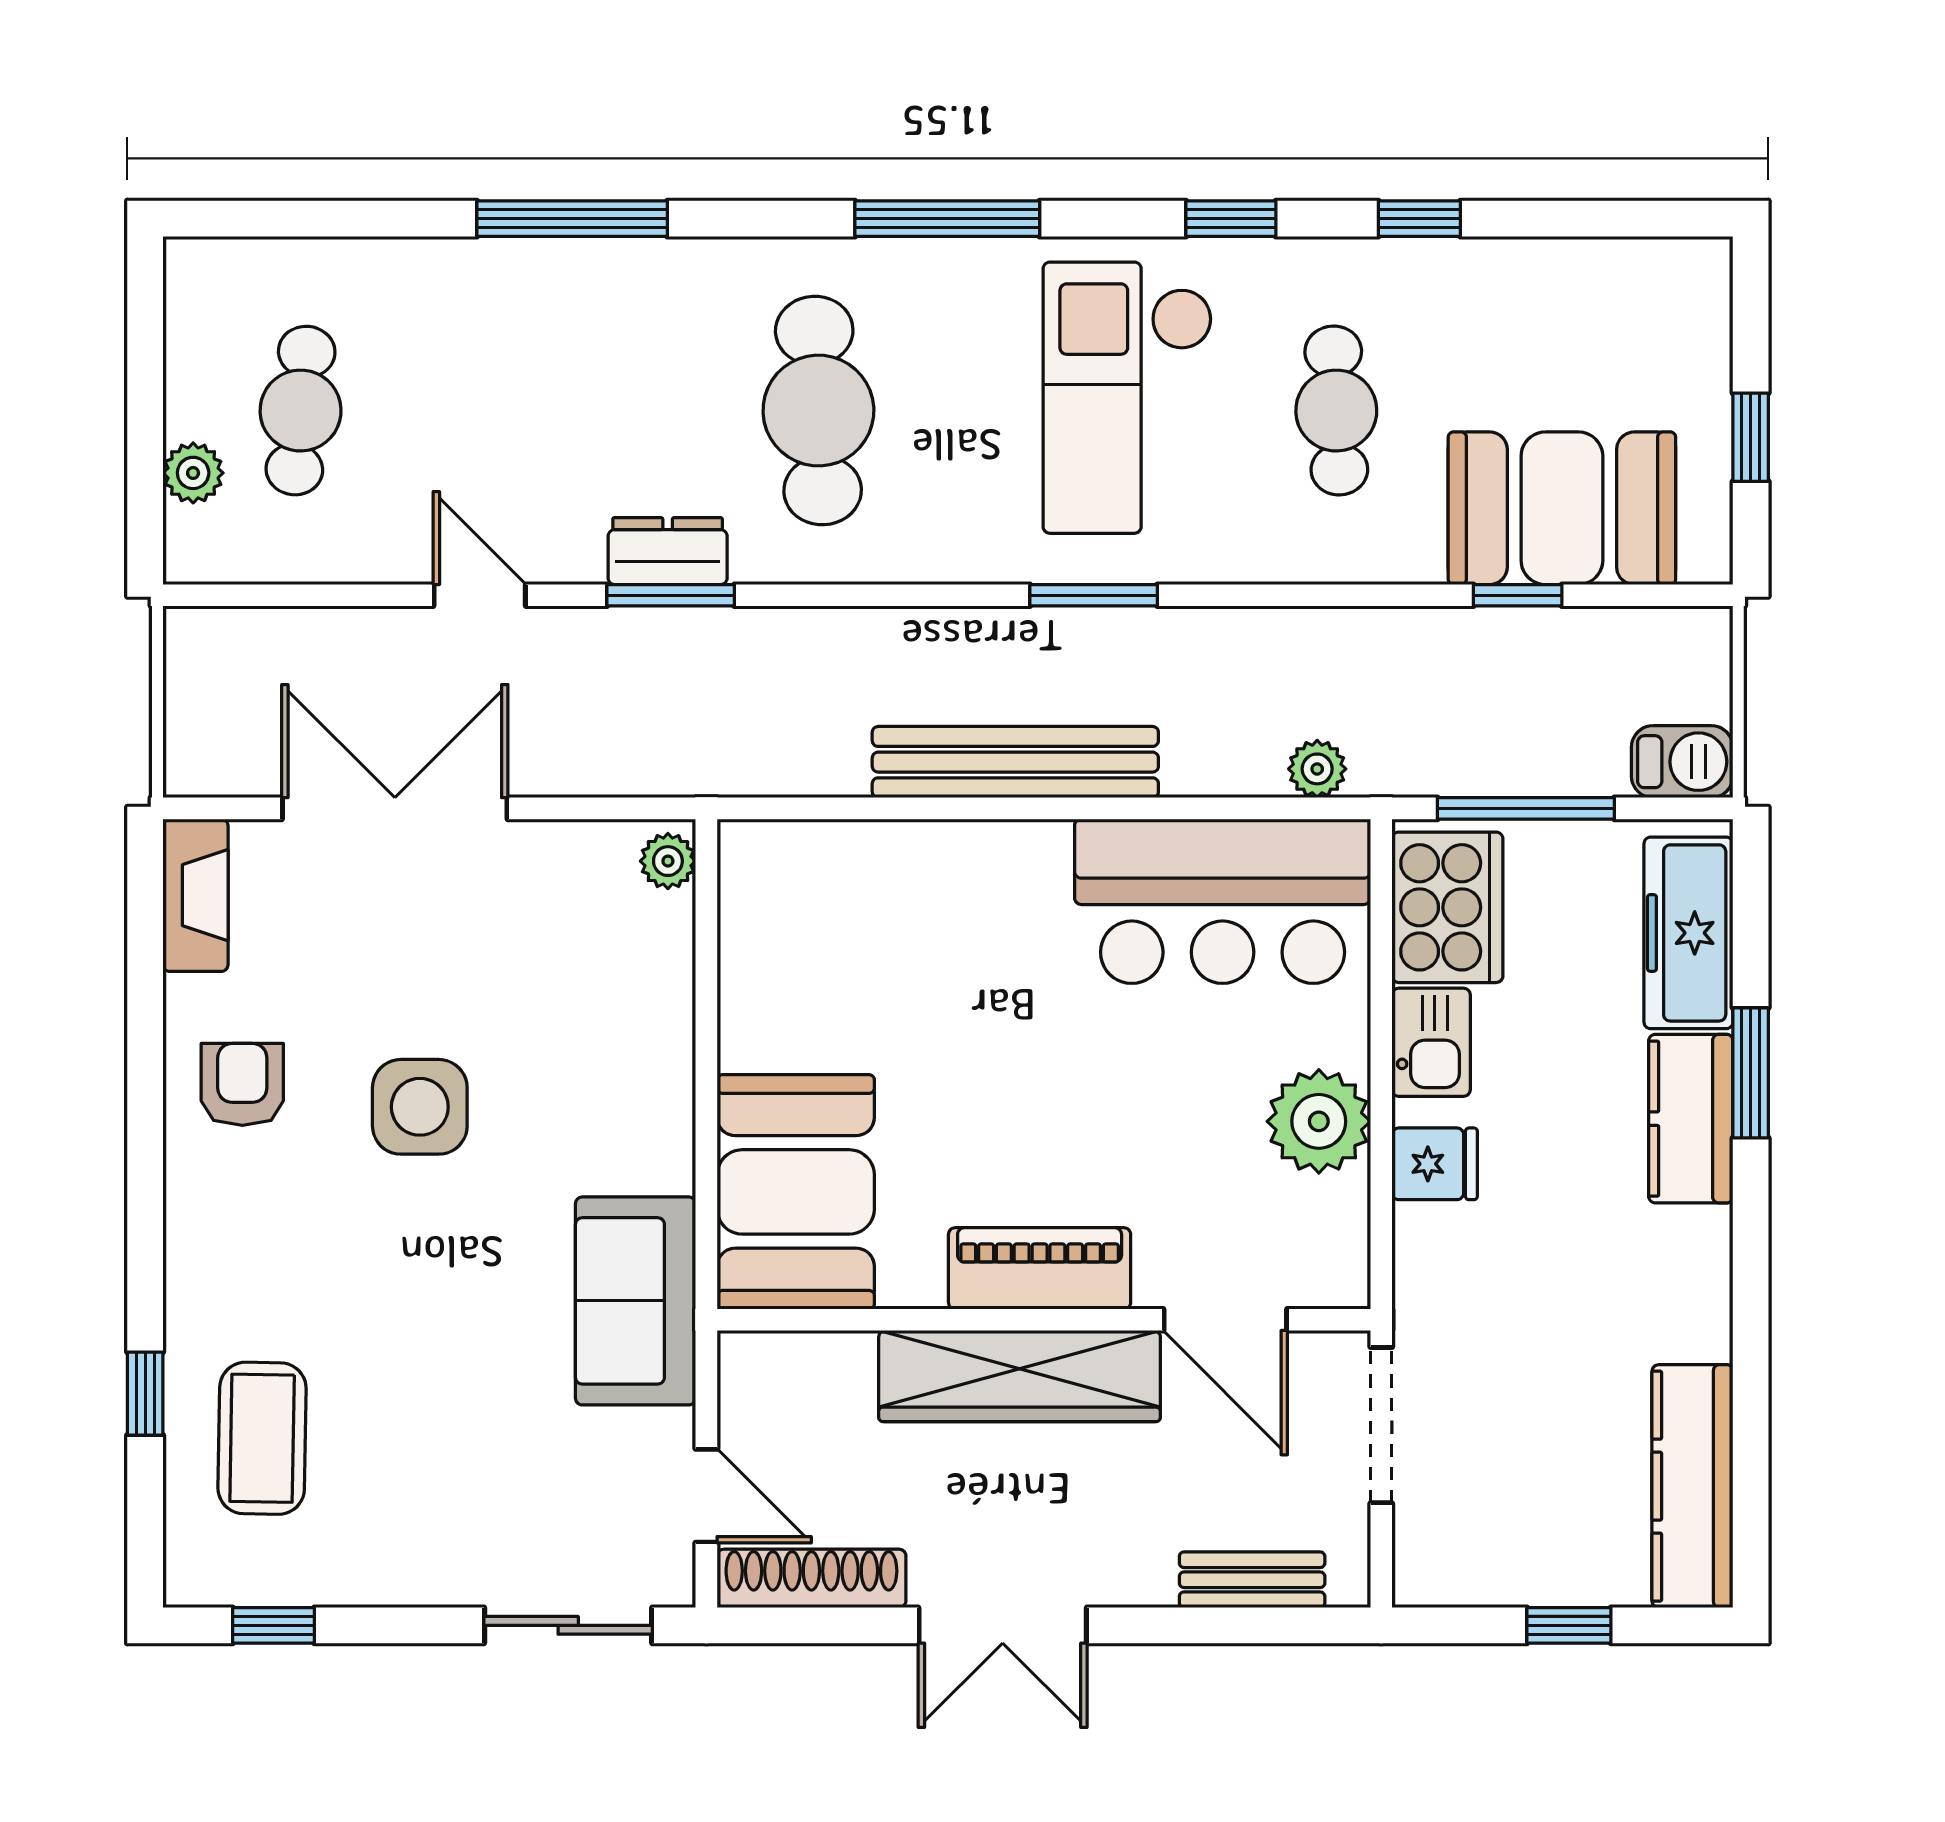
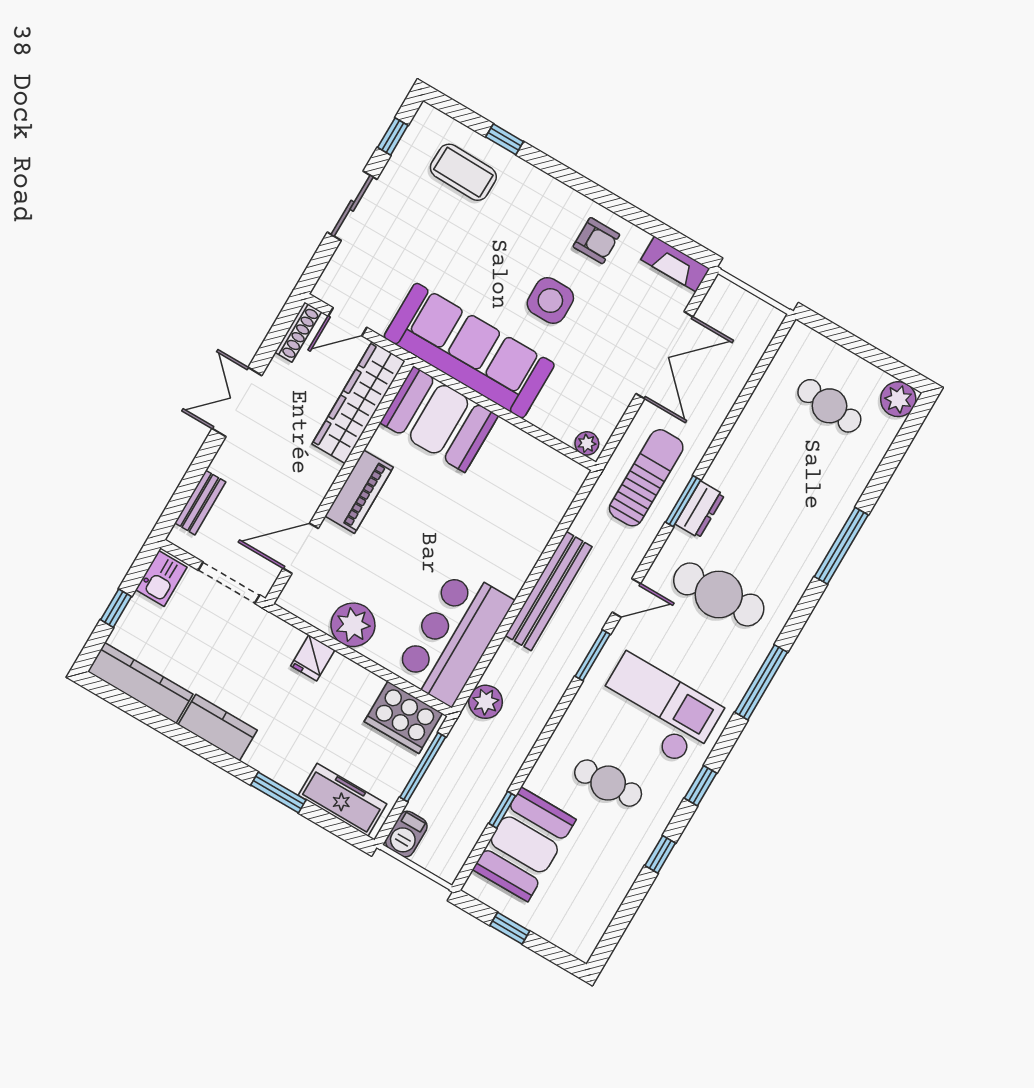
plant: (193, 473) -> (898, 399), moved, width x1.38, depth x1.38
door: (480, 595) -> (626, 598), moved
sun lounger: (667, 699) -> (646, 478), added
plant: (1317, 769) -> (486, 702), width x1.38, depth x1.38
kitchen sink: (1431, 1042) -> (161, 578), moved, turned -90
kitchen counter: (1691, 1119) -> (218, 727), moved
sofa: (636, 1301) -> (469, 351), width x1.85, depth x1.27
wardrobe: (1020, 1376) -> (359, 403), moved
shoe rack: (811, 1578) -> (298, 332), width x0.74, depth x0.81
sliding door: (568, 1625) -> (352, 206), moved

